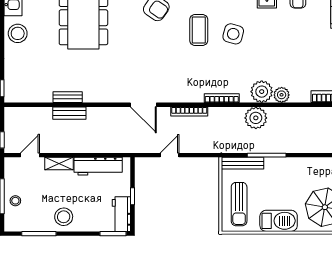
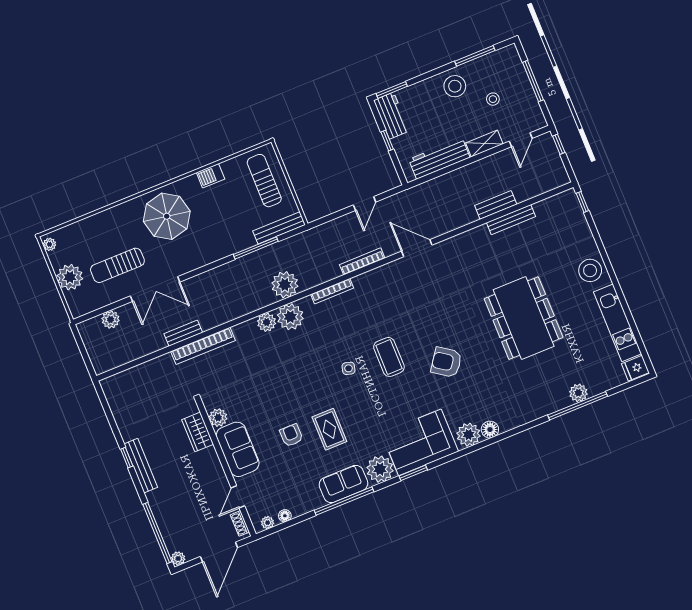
side table: (233, 34) -> (349, 368), width x0.54, depth x0.54
bench: (68, 97) -> (511, 220), width x1.36
stool: (15, 201) -> (493, 99), moved
barbecue: (279, 221) -> (211, 176), width x0.53, depth x0.65

